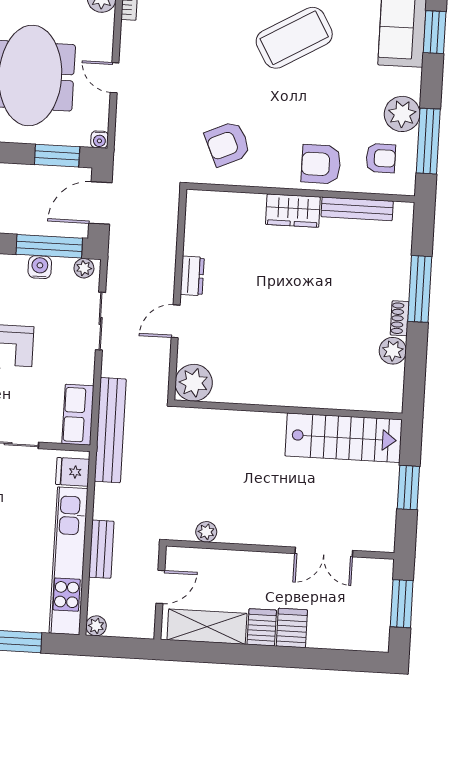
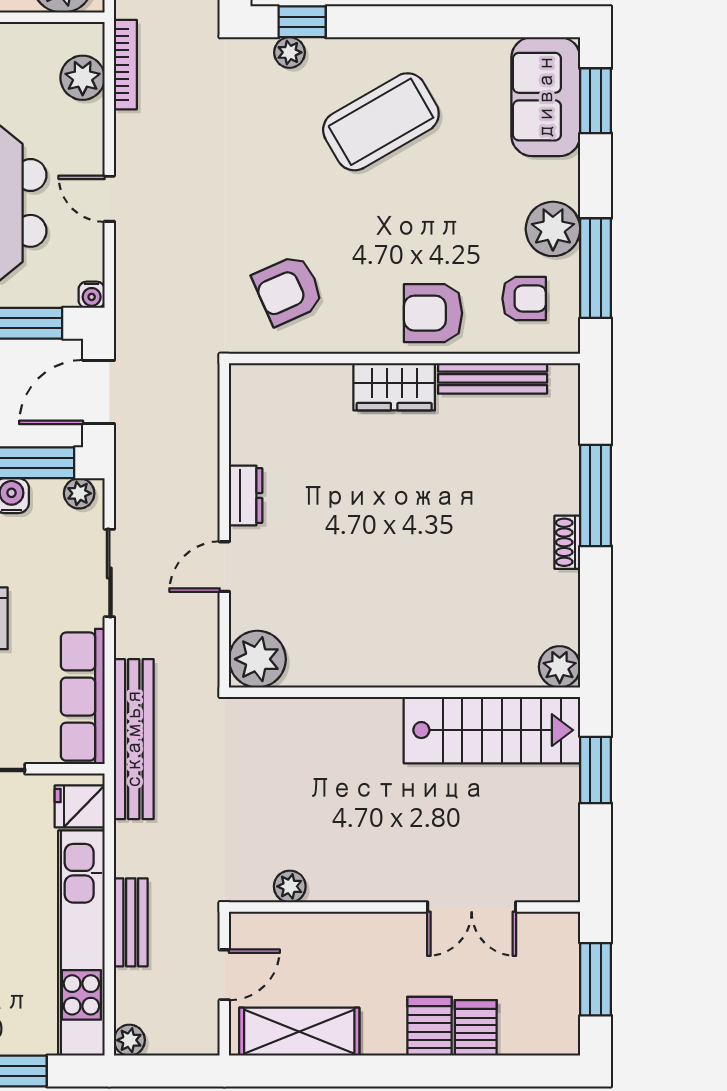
plant: (393, 351) -> (560, 667), moved
row of seats: (78, 415) -> (83, 697), width x1.48
window: (408, 488) -> (596, 770), moved
server rack: (262, 627) -> (476, 1028), moved

